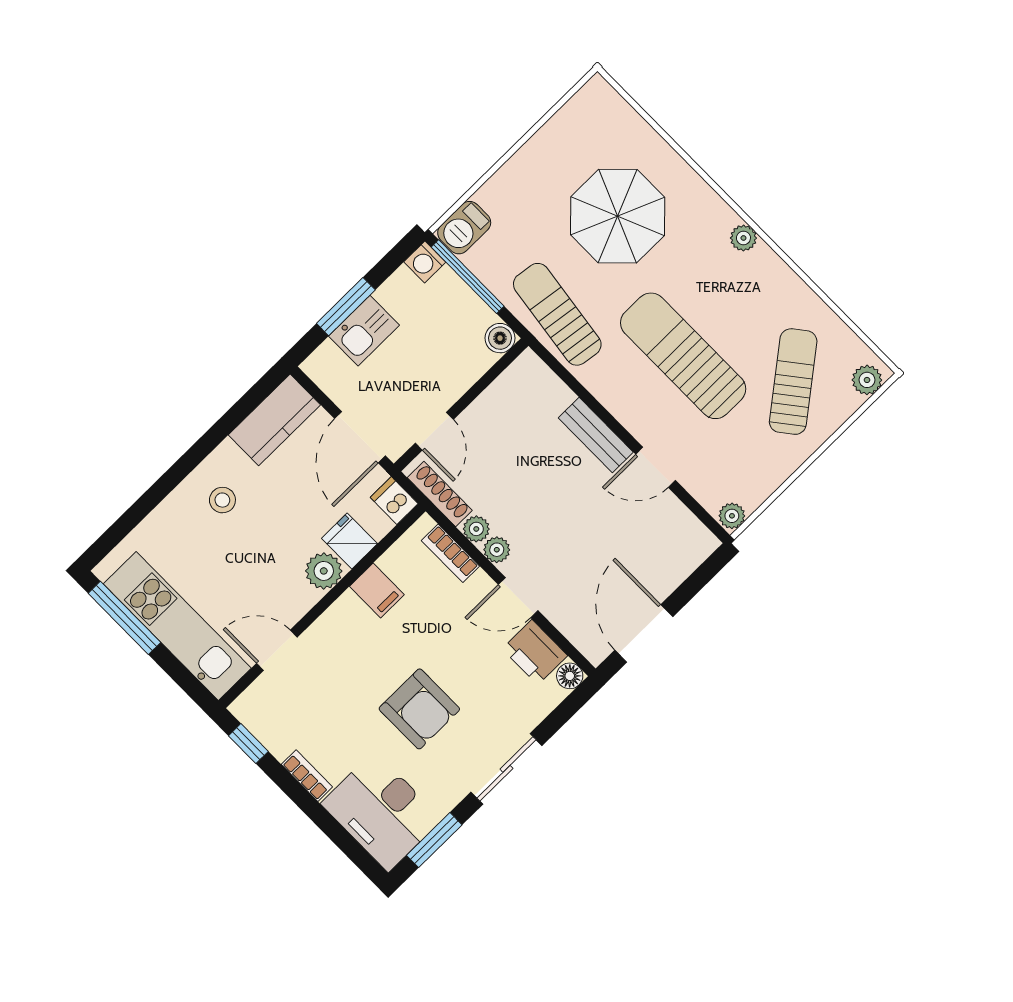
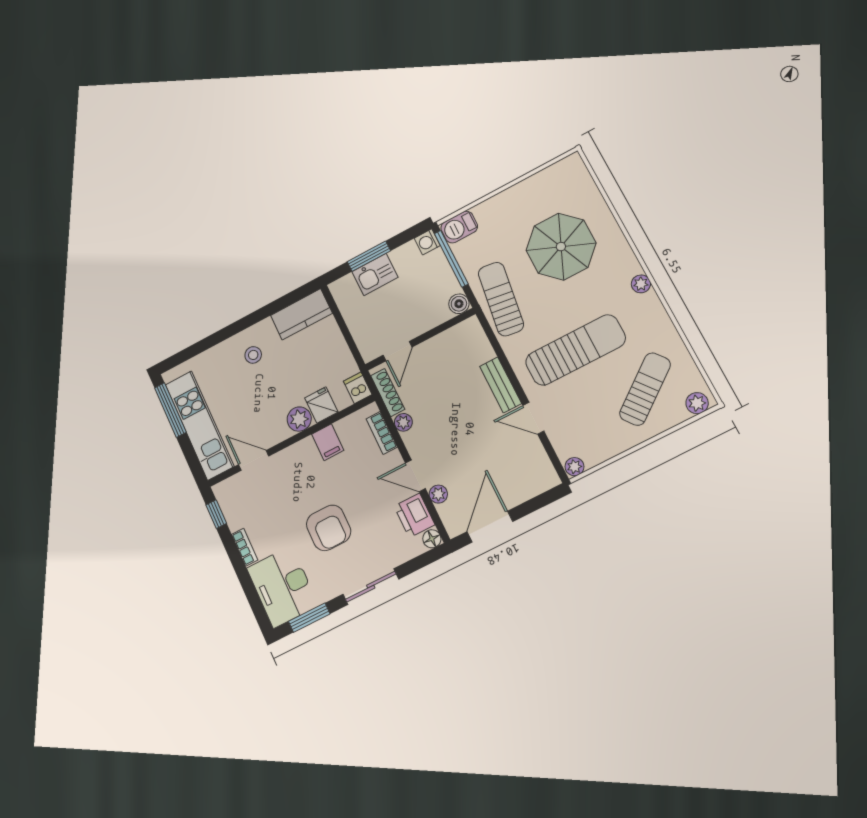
sun lounger: (683, 356) -> (575, 350), turned 90
door: (360, 437) -> (350, 341), removed
plant: (497, 550) -> (438, 494), moved

